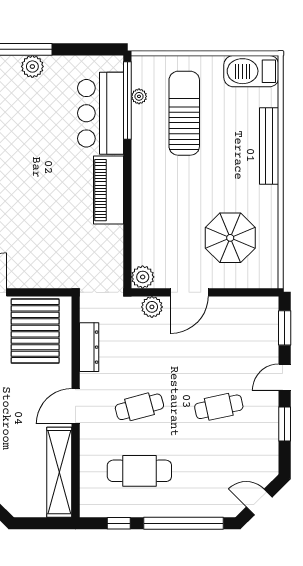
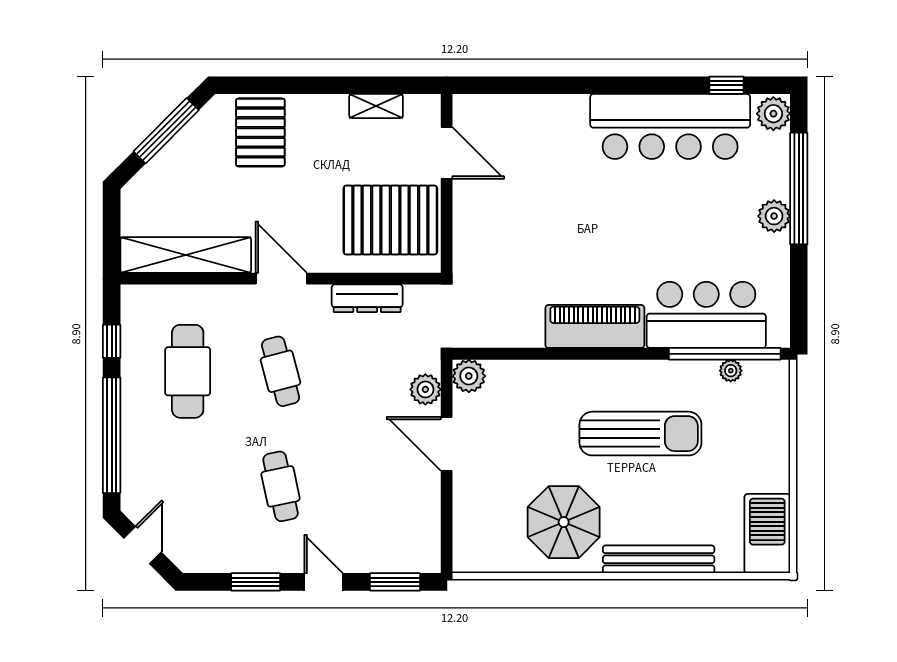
sun lounger: (184, 113) -> (640, 434), moved
parasol: (230, 238) -> (564, 522), moved

